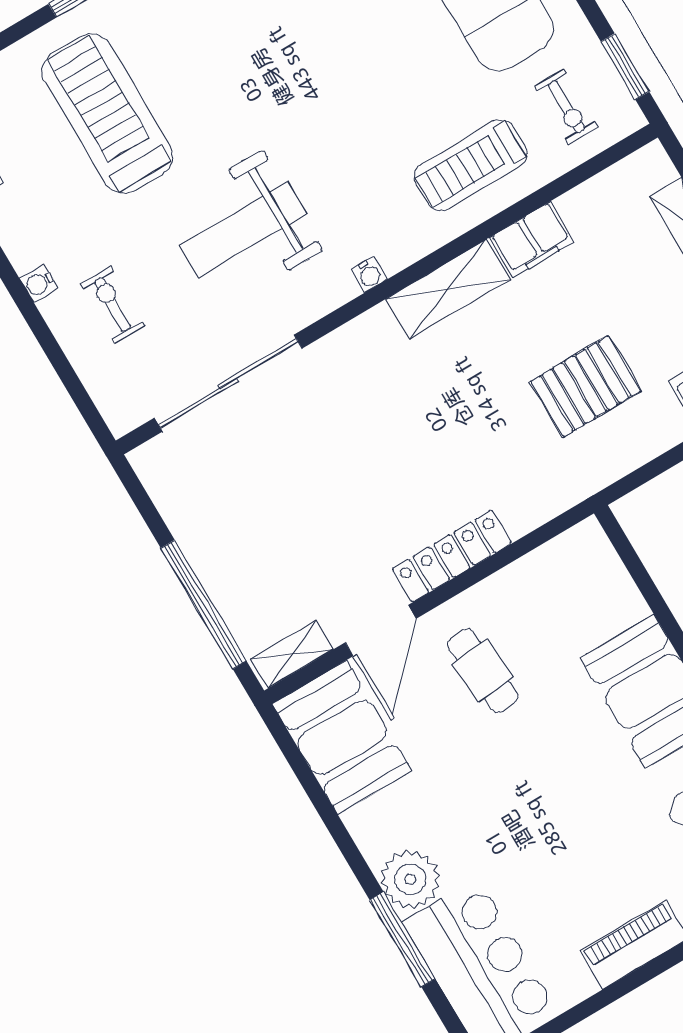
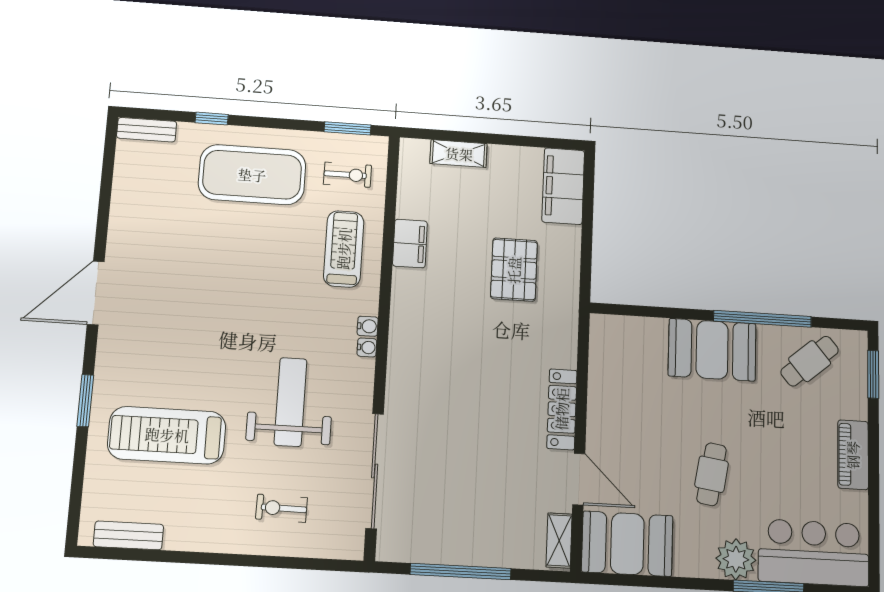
treadmill: (470, 165) -> (344, 249), turned 180
weight bench: (243, 230) -> (291, 402), turned 180
water cooler: (39, 284) -> (368, 326), moved, turned -90
shelving: (448, 289) -> (406, 309), removed
window: (204, 604) -> (461, 572), moved
cafe table: (483, 671) -> (712, 474), moved, turned -76

